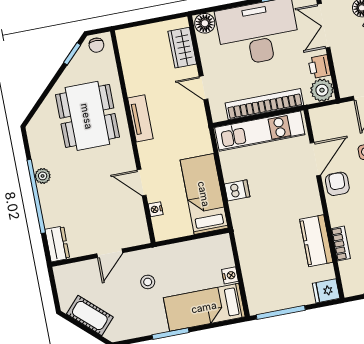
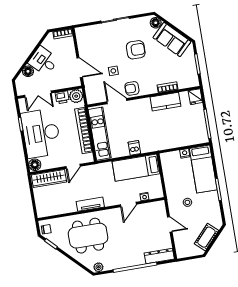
wardrobe: (182, 48) -> (49, 178), width x1.50
plant: (43, 176) -> (98, 267), moved
dresser: (57, 244) -> (159, 256), width x1.44

